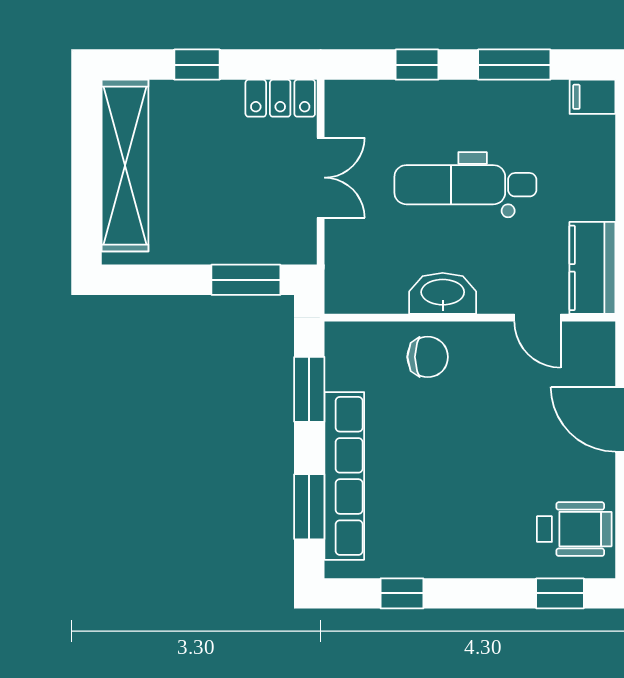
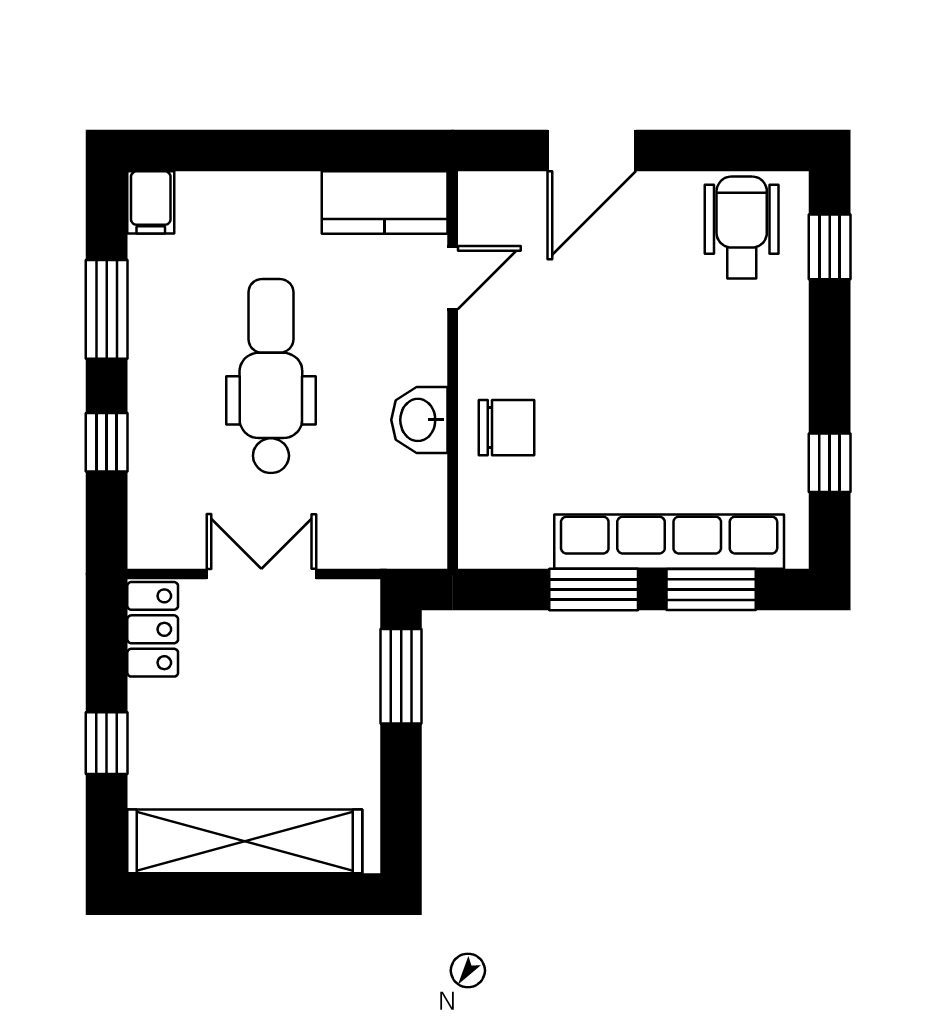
dental chair: (465, 185) -> (271, 376), turned 180
washbasin: (443, 293) -> (419, 420), width x0.72
chair: (428, 357) -> (506, 428), turned 90
window: (309, 389) -> (594, 589), moved

